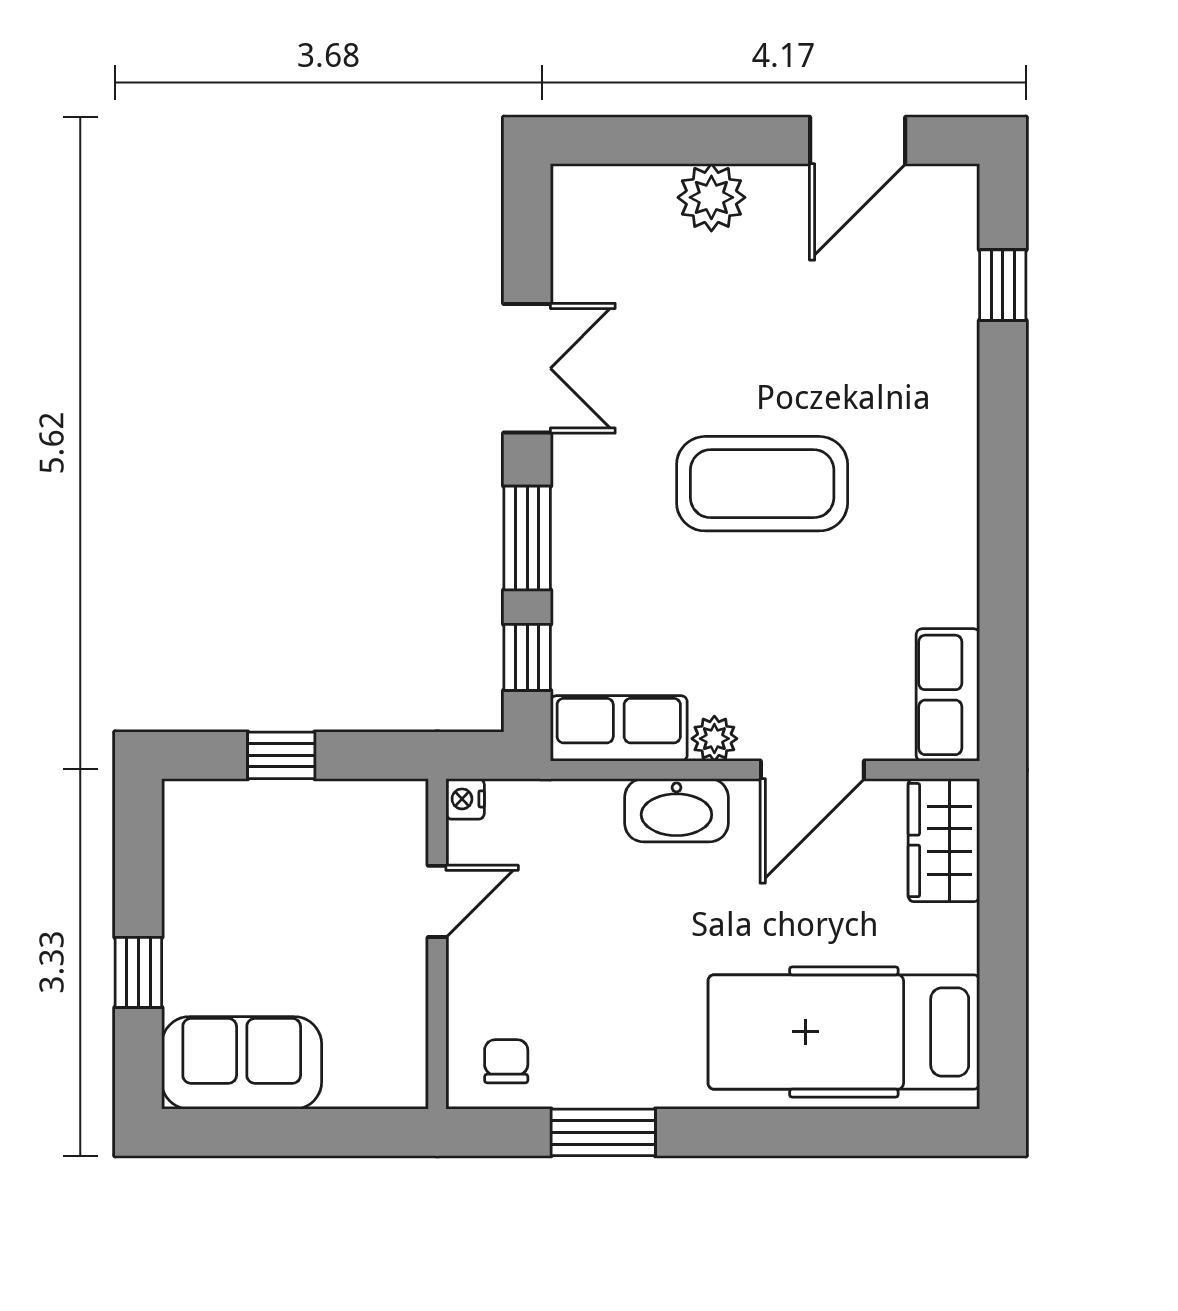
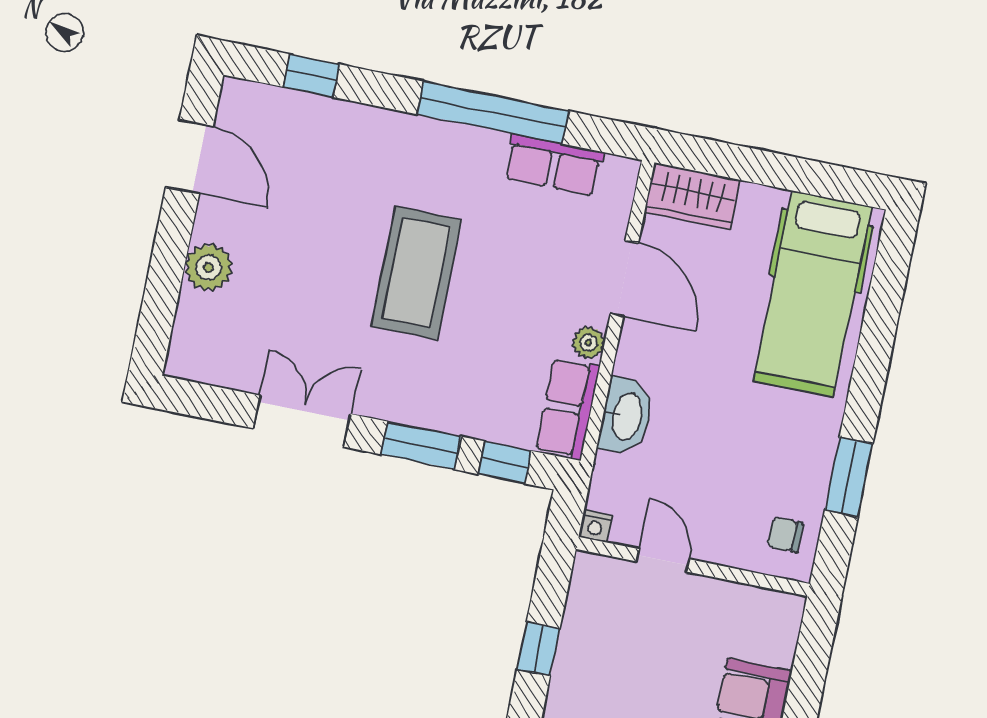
window: (1003, 544) -> (493, 113), added
row of seats: (948, 695) -> (554, 165), moved
washbasin: (676, 810) -> (626, 416), moved

